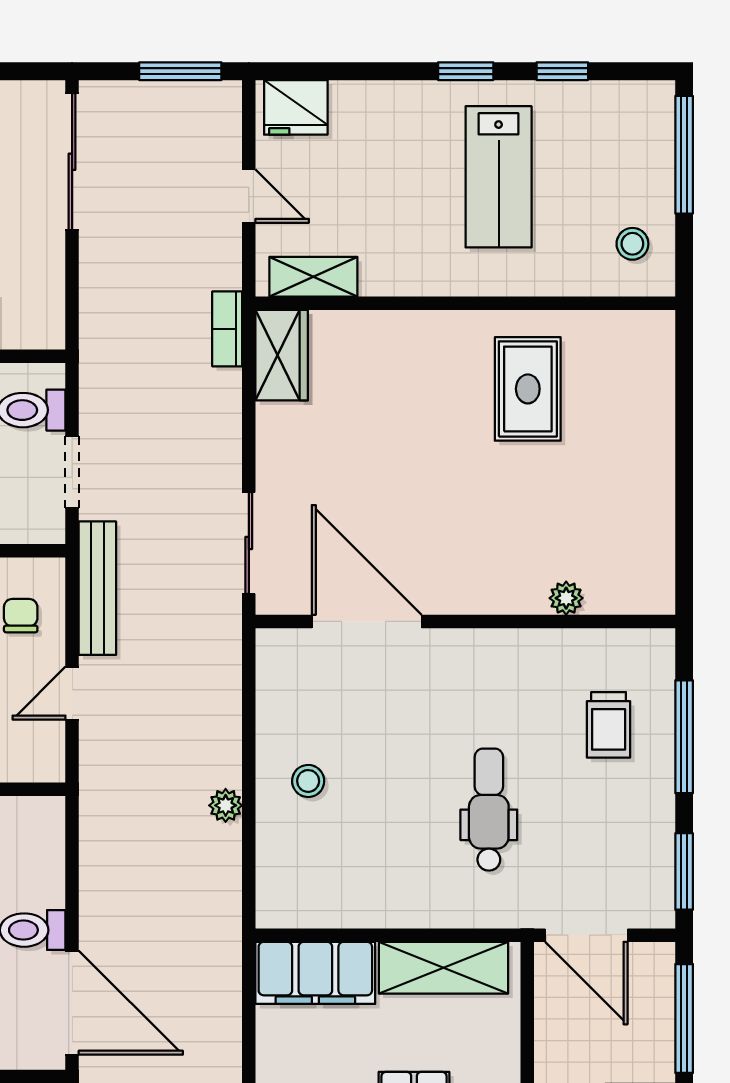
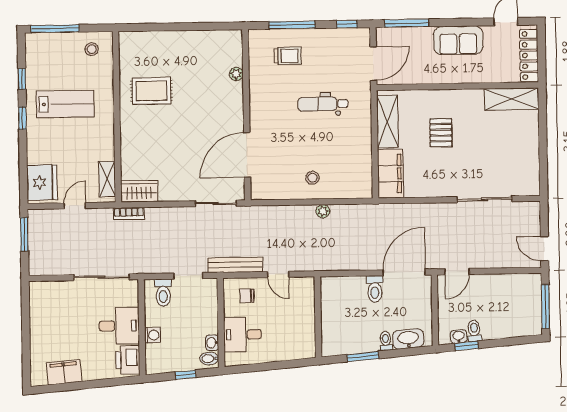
fridge: (296, 107) -> (42, 182), width x1.36, depth x1.34
sliding door: (72, 162) -> (102, 277), moved
window: (684, 871) -> (347, 24), width x0.67

